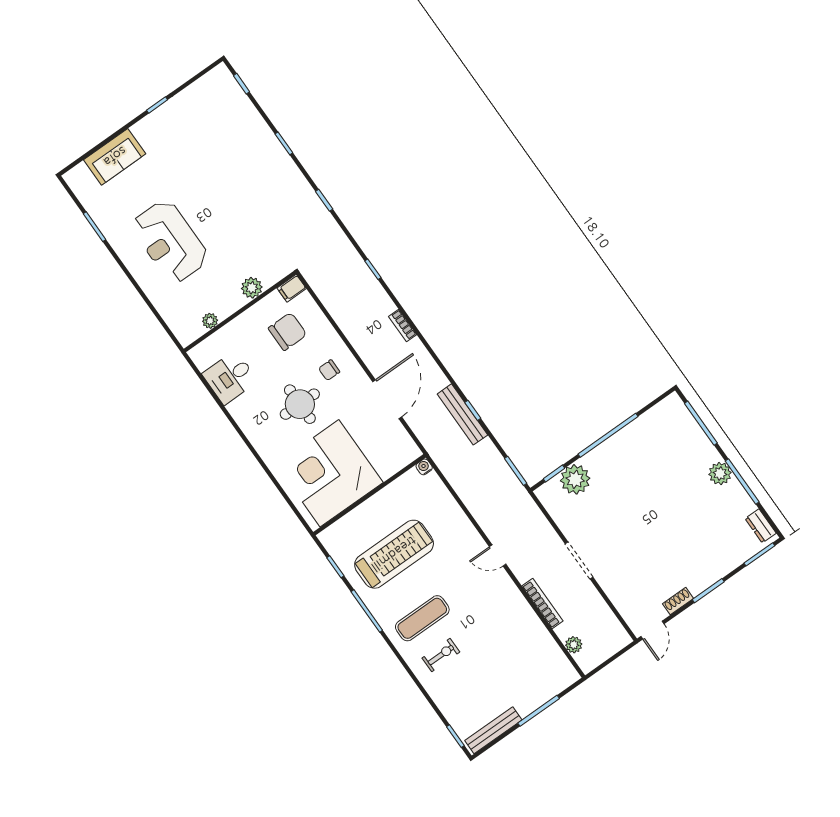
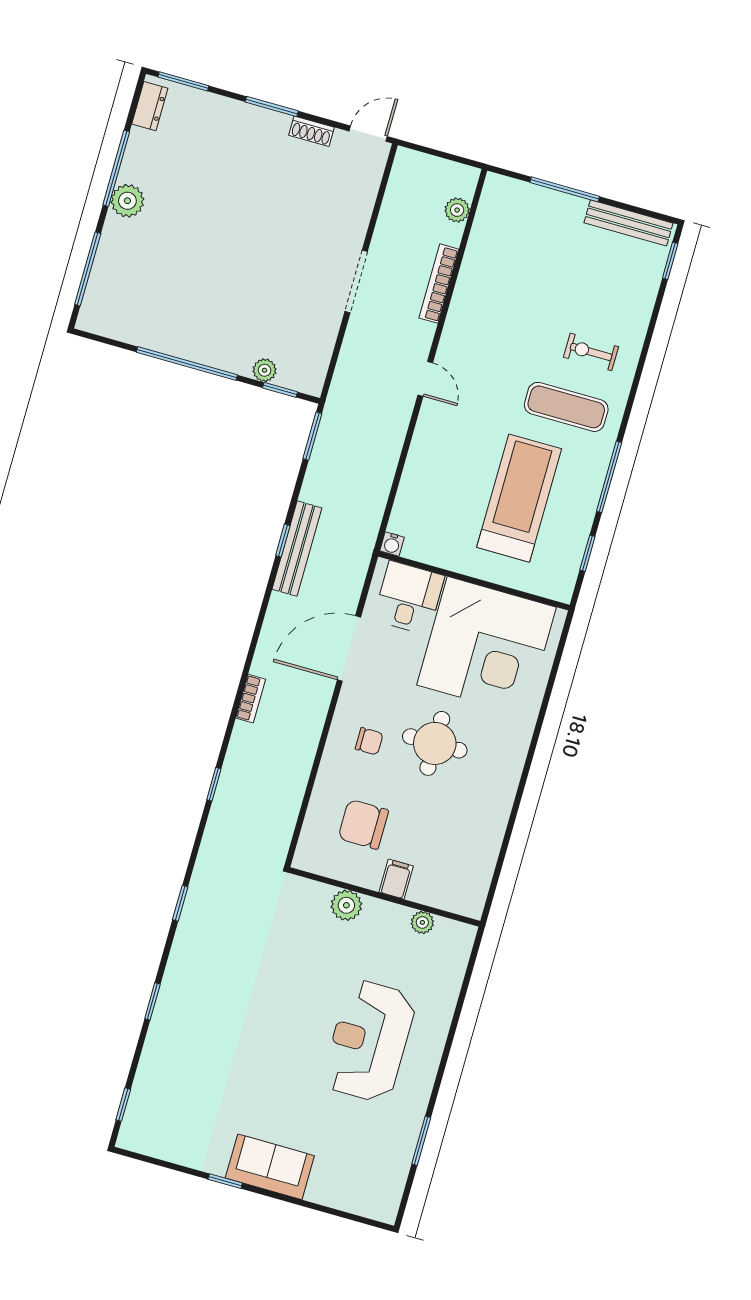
sofa: (115, 157) -> (270, 1167), moved
reception desk: (170, 242) -> (369, 1041), turned 180
filing cabinet: (292, 288) -> (396, 879), moved, turned -90
desk: (230, 378) -> (409, 598), moved, turned -90
plant: (575, 479) -> (265, 370), width x0.53, depth x0.53
treadmill: (394, 554) -> (519, 498), turned 90

